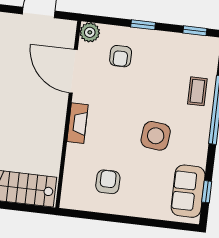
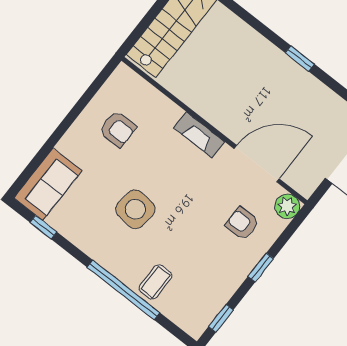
coffee table: (197, 91) -> (155, 282), turned 90
sofa: (188, 191) -> (48, 184), moved, turned 90

